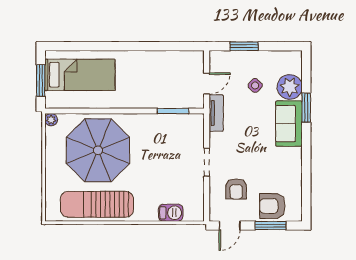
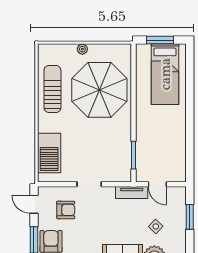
plant: (51, 120) -> (82, 49), moved
armchair: (236, 189) -> (66, 210), turned 180
sun lounger: (97, 204) -> (52, 89), width x0.73, depth x0.75
barbecue: (171, 213) -> (49, 153), width x1.88, depth x1.53

